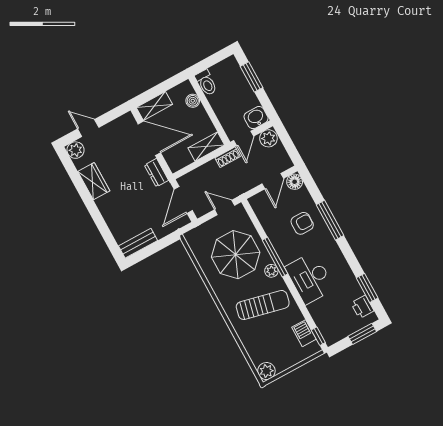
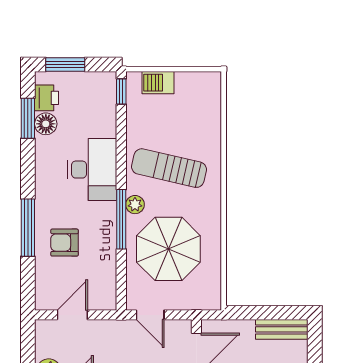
floor lamp: (295, 182) -> (46, 124), moved
barbecue: (304, 333) -> (158, 83), moved, turned 90
plant: (266, 371) -> (209, 84), removed

